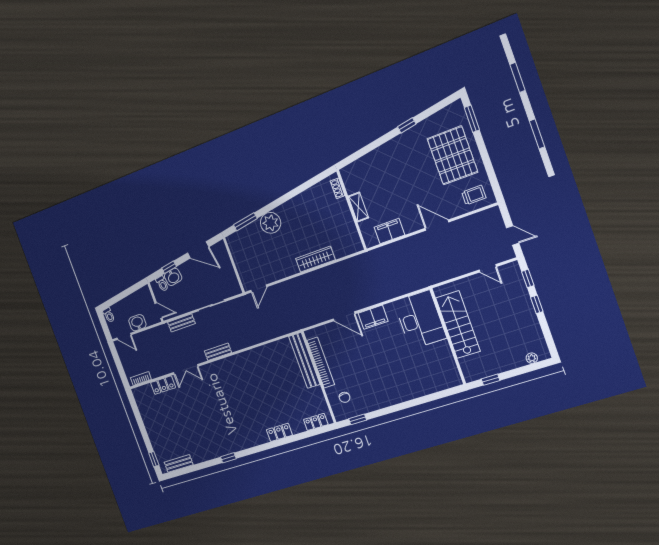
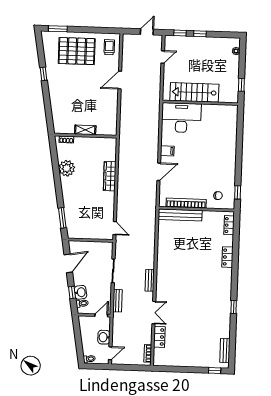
plant: (271, 223) -> (67, 168), moved
filing cabinet: (390, 231) -> (111, 115), removed
filing cabinet: (373, 317) -> (167, 151), width x0.50

